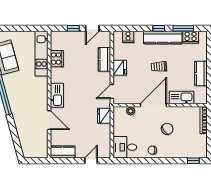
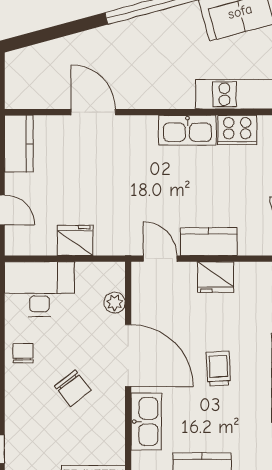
kitchen counter: (104, 59) -> (209, 242), moved
kitchen sink: (57, 95) -> (187, 130), moved
fridge: (104, 116) -> (75, 240), moved
door: (49, 120) -> (93, 112), swing flipped
desk: (125, 147) -> (39, 289), width x1.37

